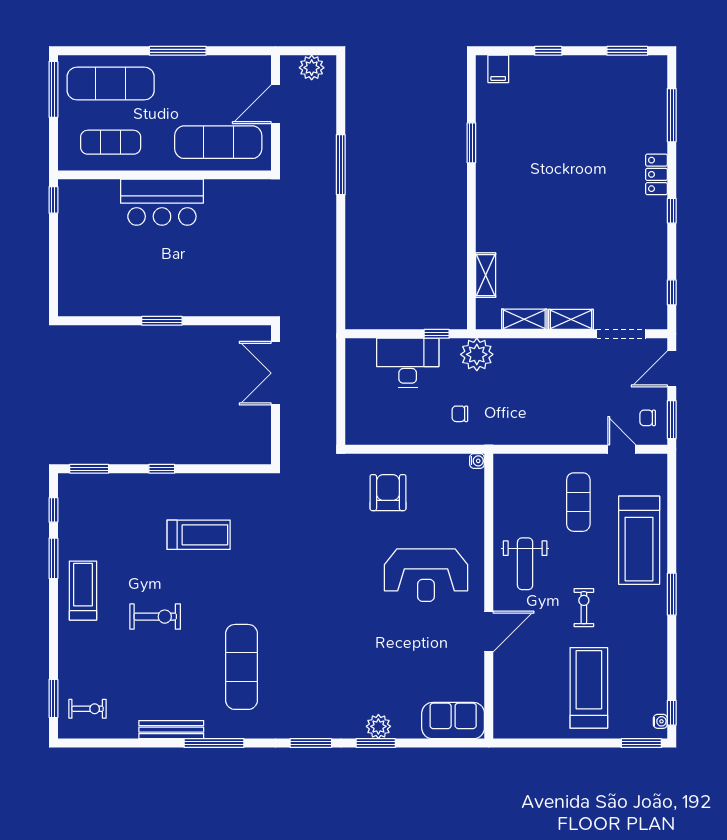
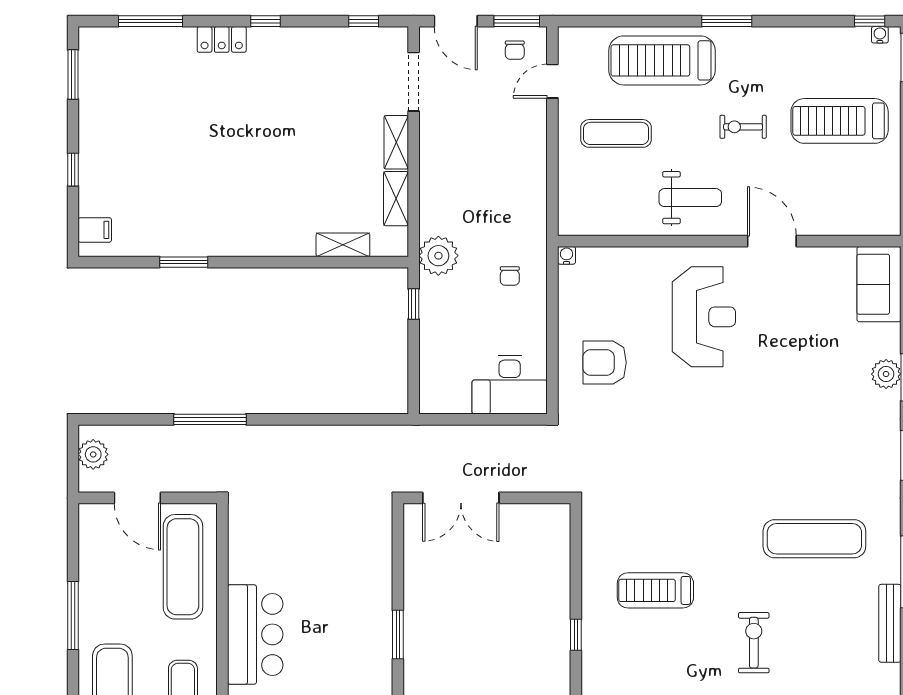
desk: (408, 363) -> (510, 385), moved, turned -90
treadmill: (199, 535) -> (655, 590), turned -90
treadmill: (639, 540) -> (662, 60), turned 180

